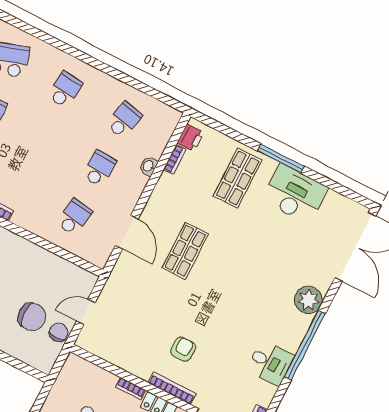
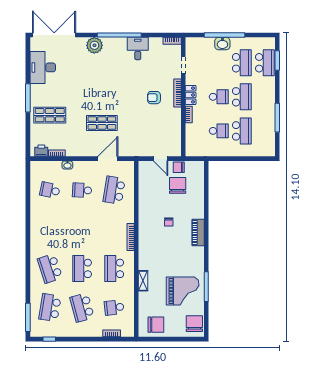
school desk: (65, 90) -> (50, 229), removed
desk: (295, 194) -> (43, 67), moved
school desk: (74, 217) -> (114, 190), width x1.85

